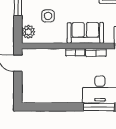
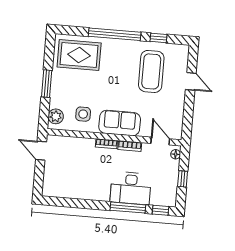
side table: (48, 16) -> (83, 114), moved

